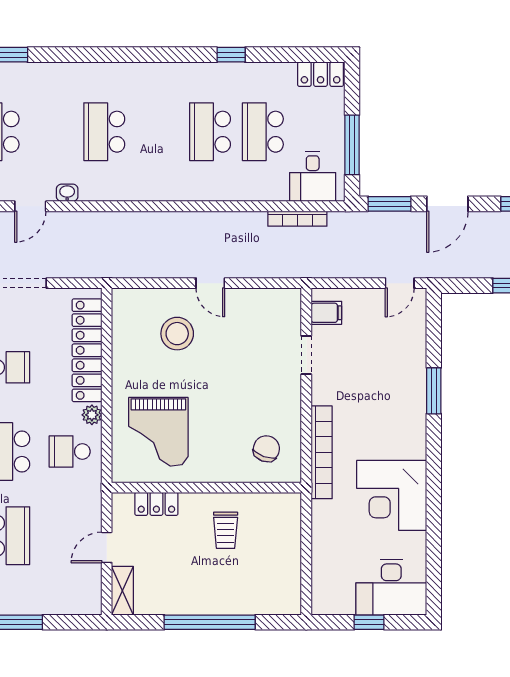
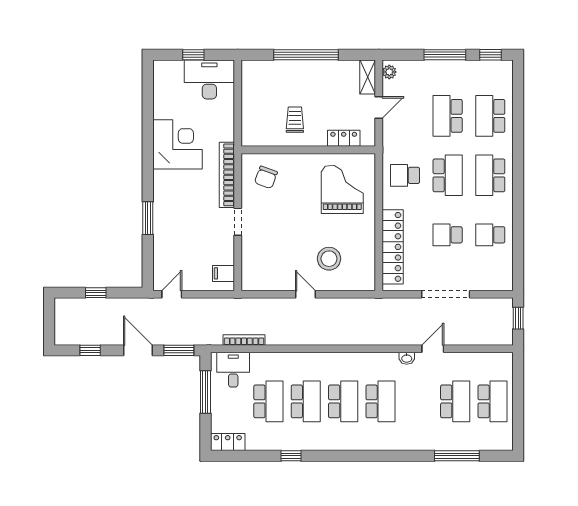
school desk: (157, 132) -> (343, 401), added
door: (447, 204) -> (138, 350), hinge flipped
doorway: (306, 355) -> (238, 222), moved
plant: (92, 415) -> (389, 72), moved
school desk: (70, 451) -> (405, 175), turned 180
desk: (391, 587) -> (209, 79), moved

